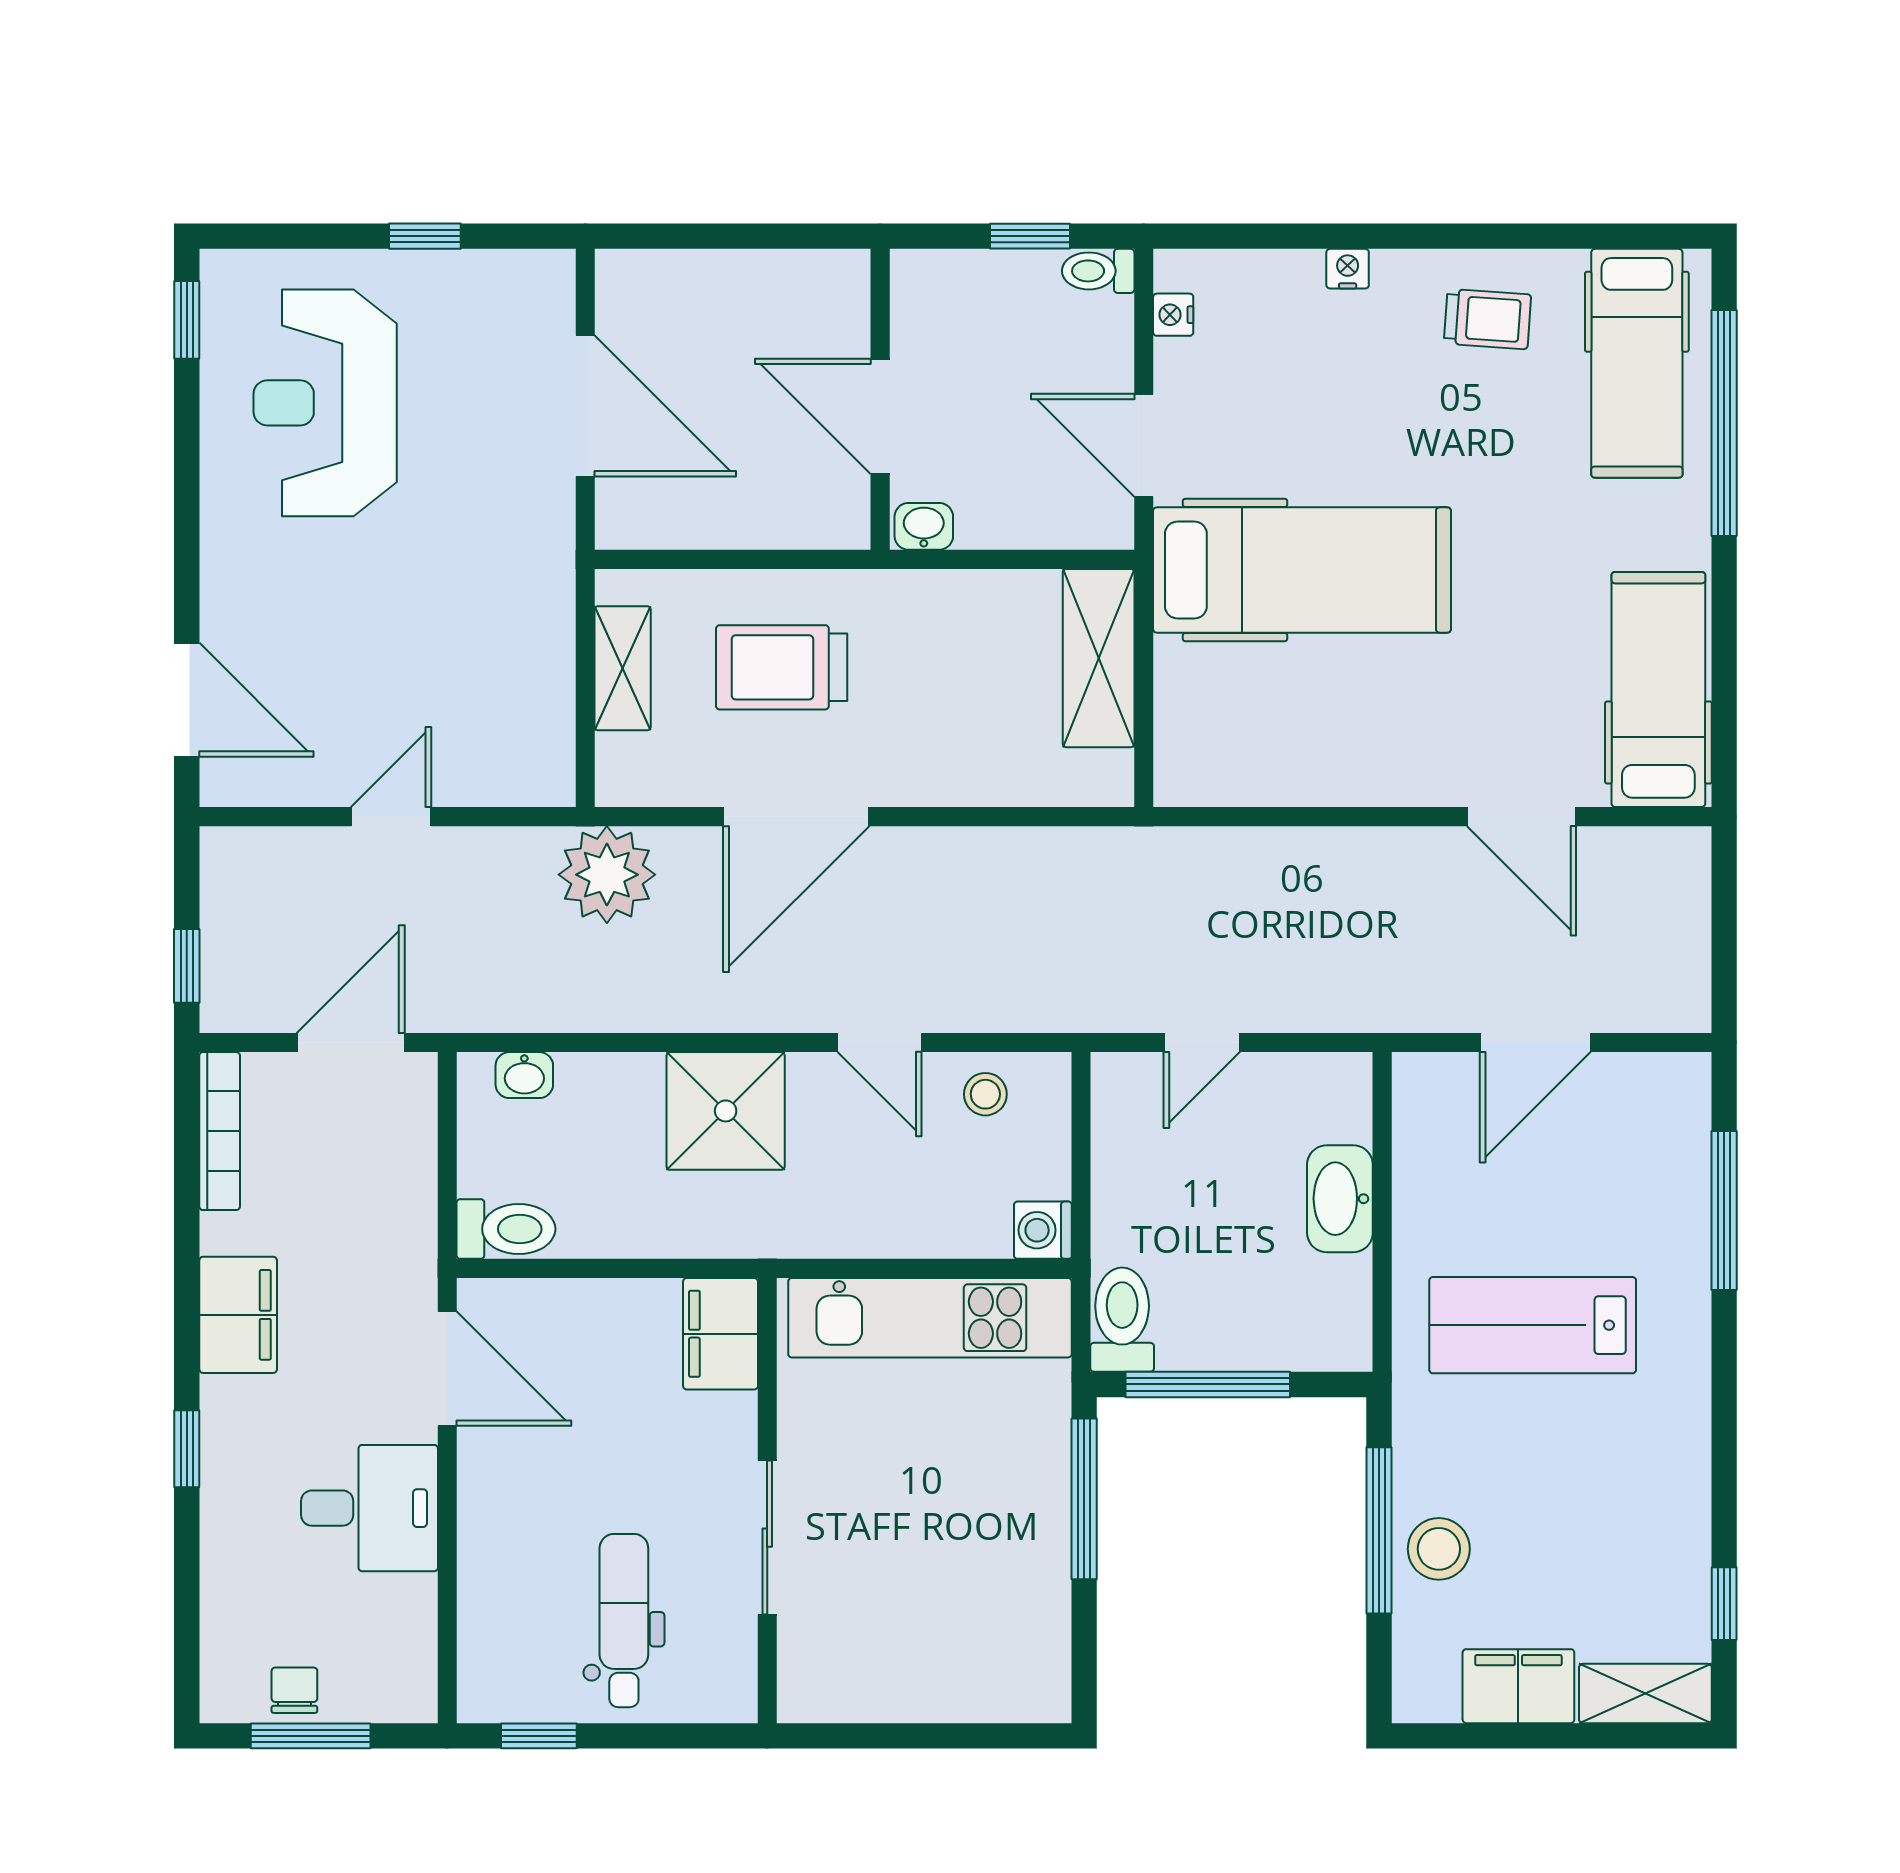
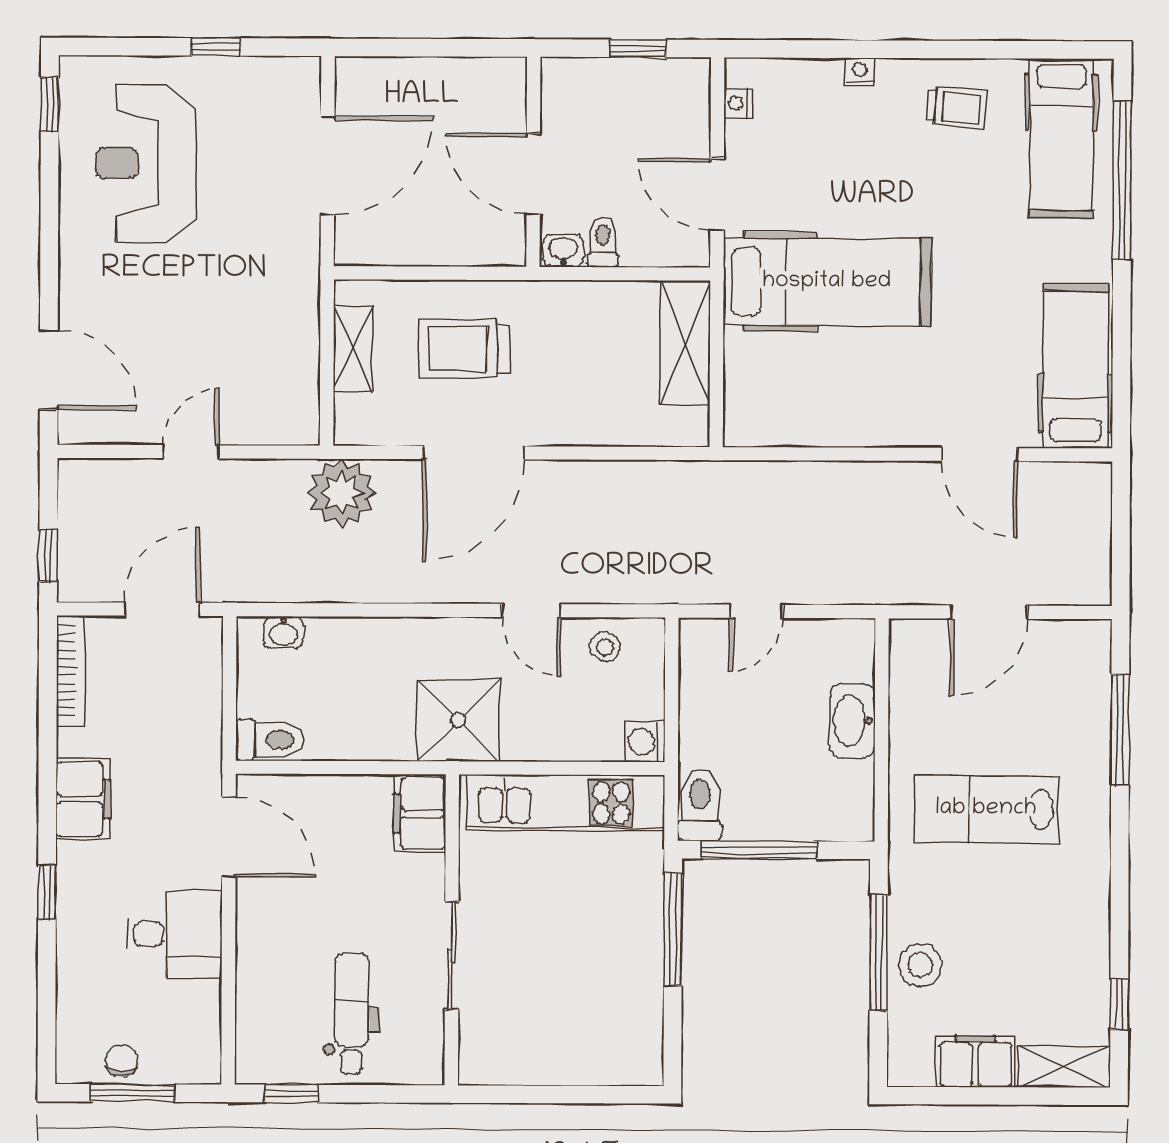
toilet: (1098, 271) -> (603, 242), moved, turned 90
door: (585, 406) -> (328, 166), hinge flipped
shower: (726, 1111) -> (458, 720), moved

